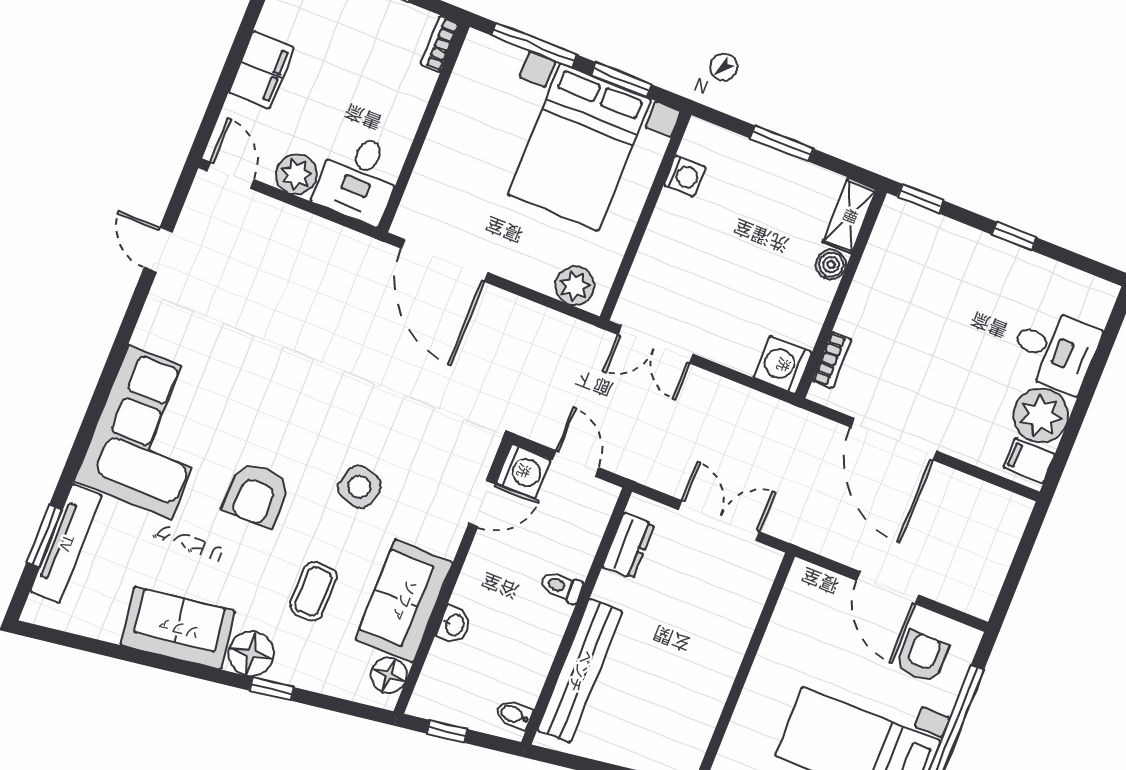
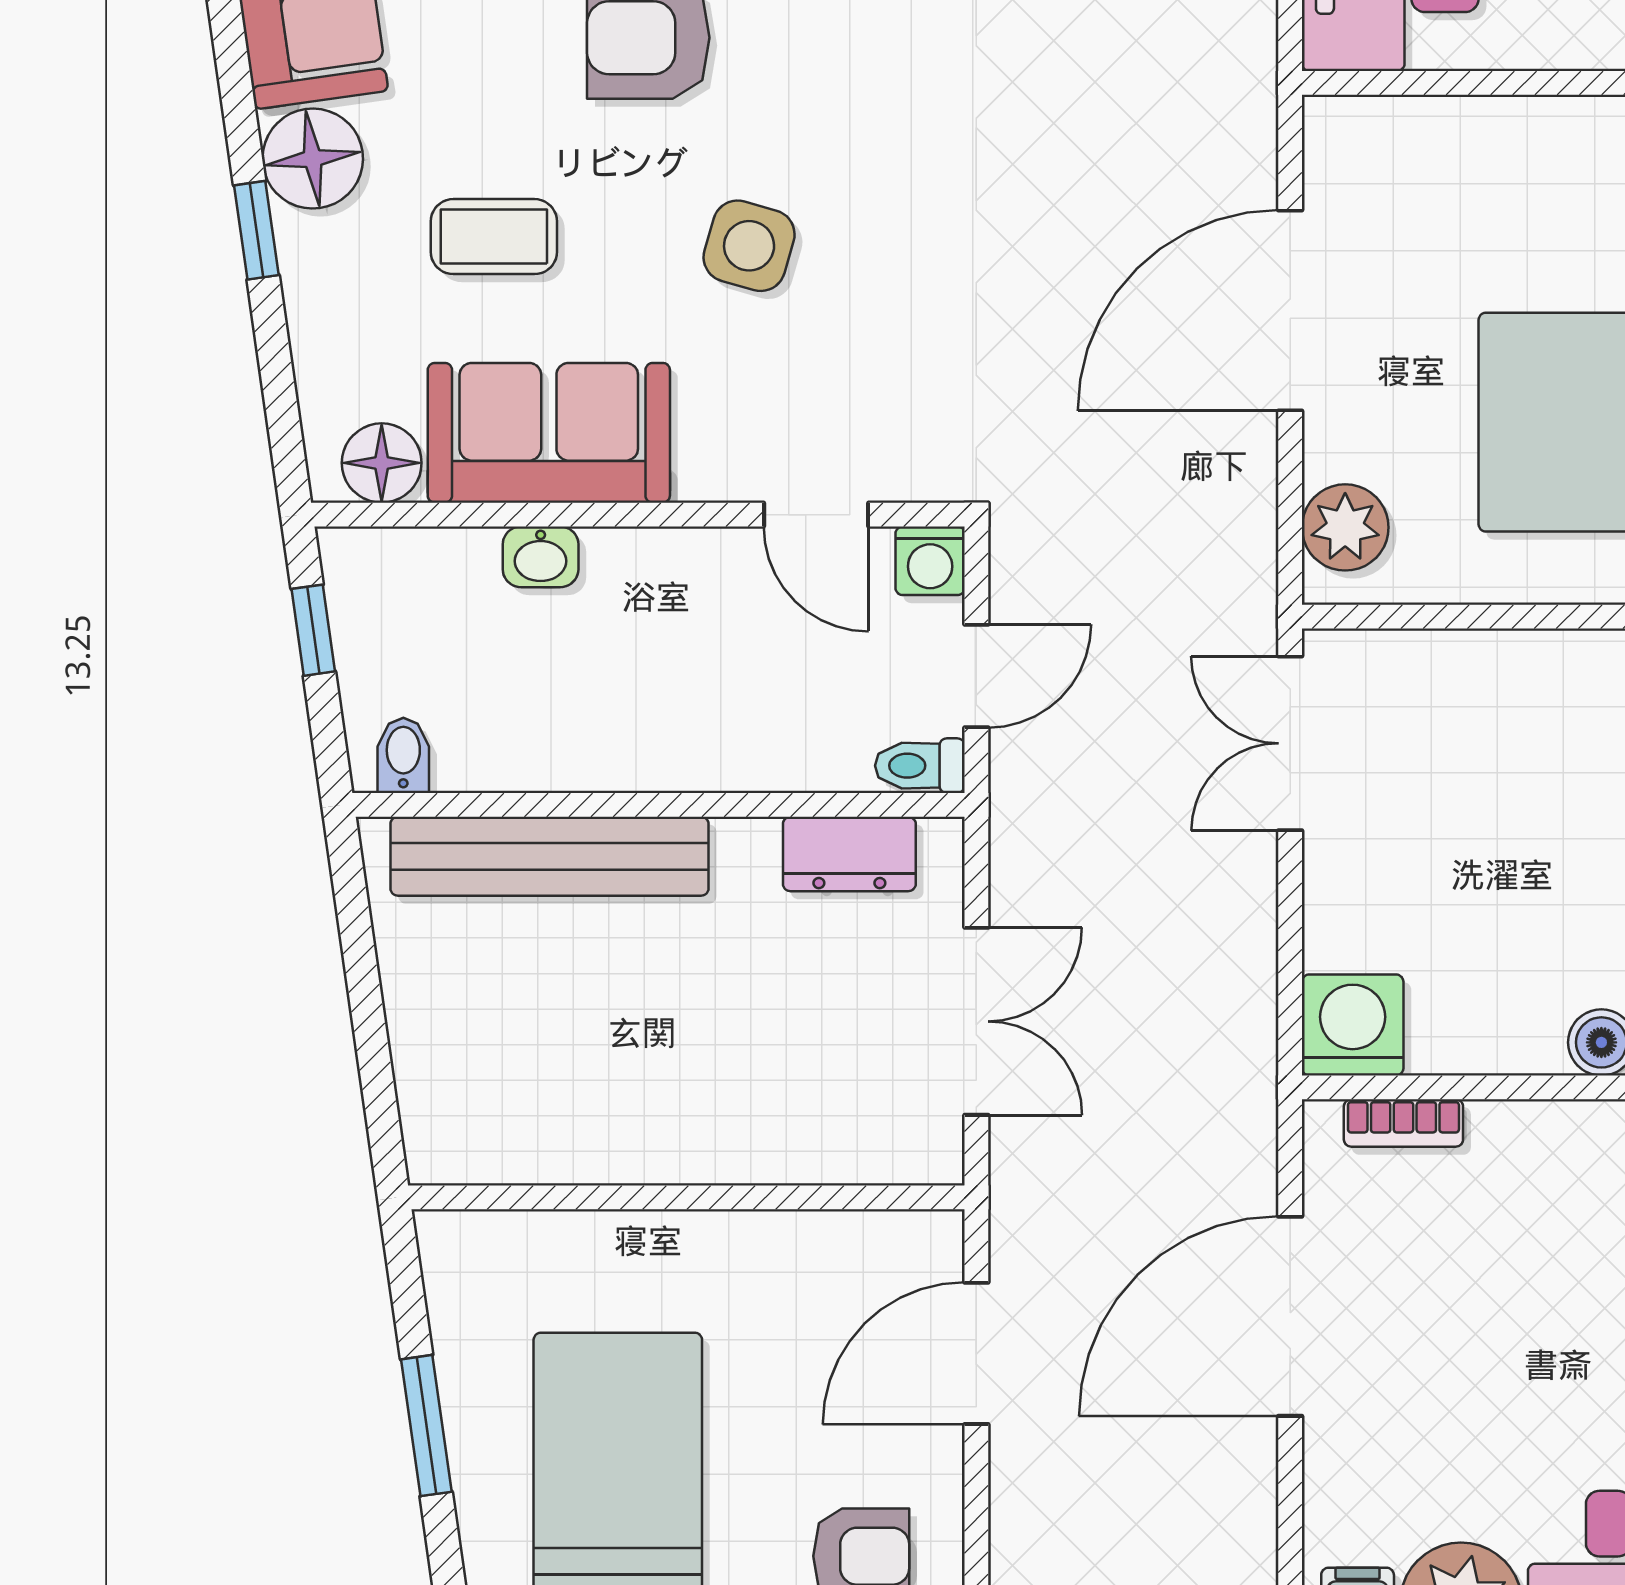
door: (444, 260) -> (1290, 311), moved
washing machine: (523, 471) -> (930, 561), width x0.73, depth x0.73
toilet: (561, 587) -> (920, 766), moved, turned -90
door: (888, 588) -> (976, 1353), moved

